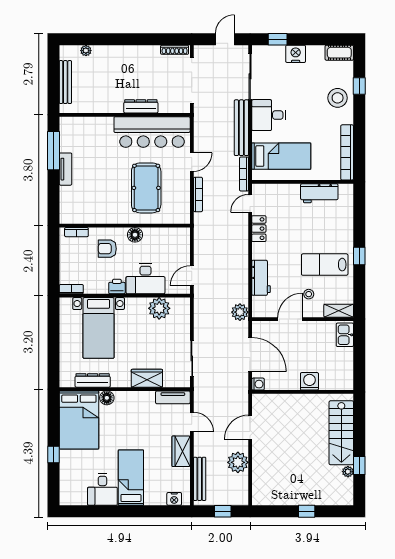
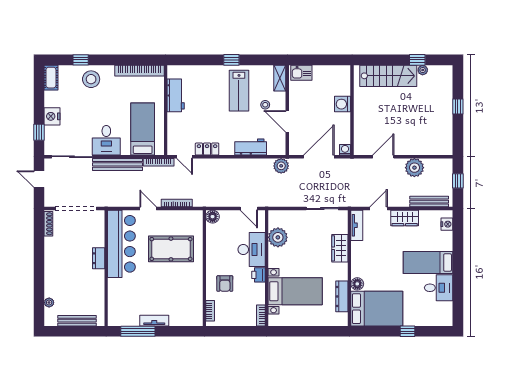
dresser: (141, 106) -> (99, 258), width x0.70
floor lamp: (135, 235) -> (213, 217), moved
door: (250, 427) -> (383, 157), swing flipped

